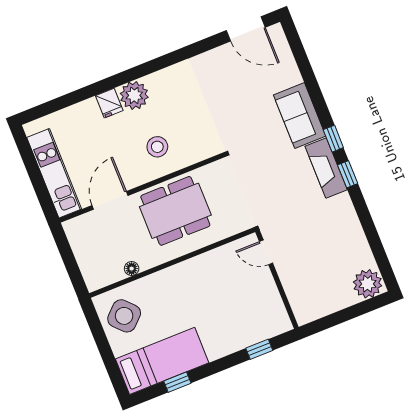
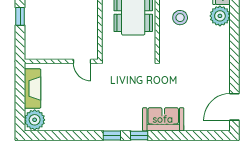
fireplace: (326, 168) -> (32, 88), moved, turned 90
door: (266, 252) -> (82, 61), swing flipped
window: (259, 349) -> (20, 16), moved

